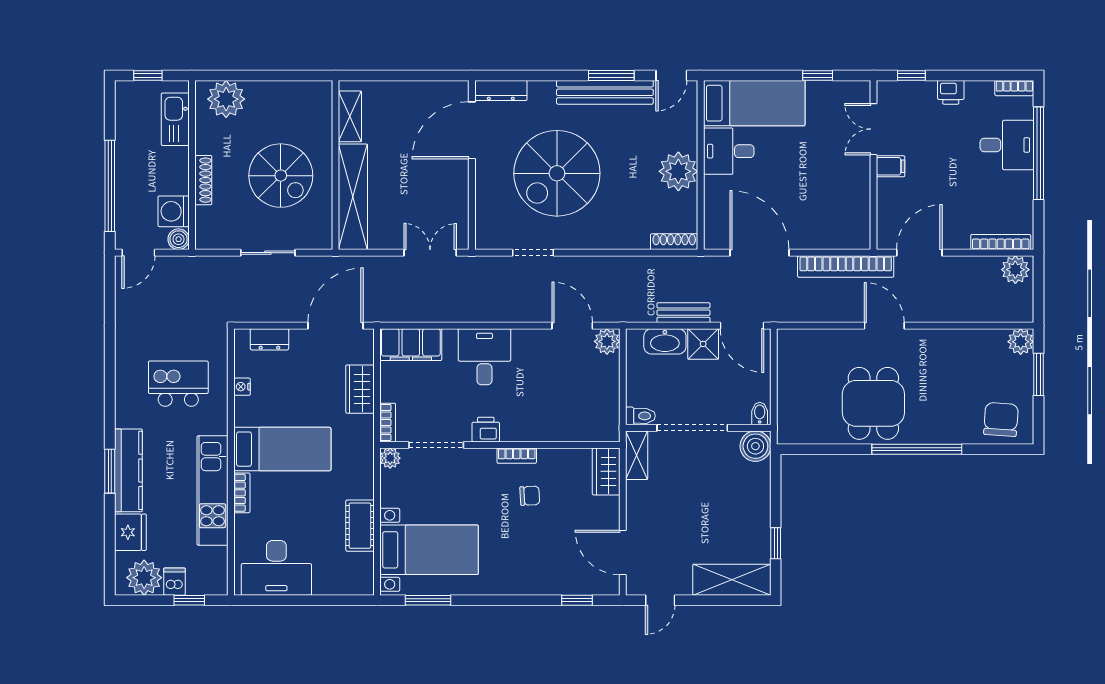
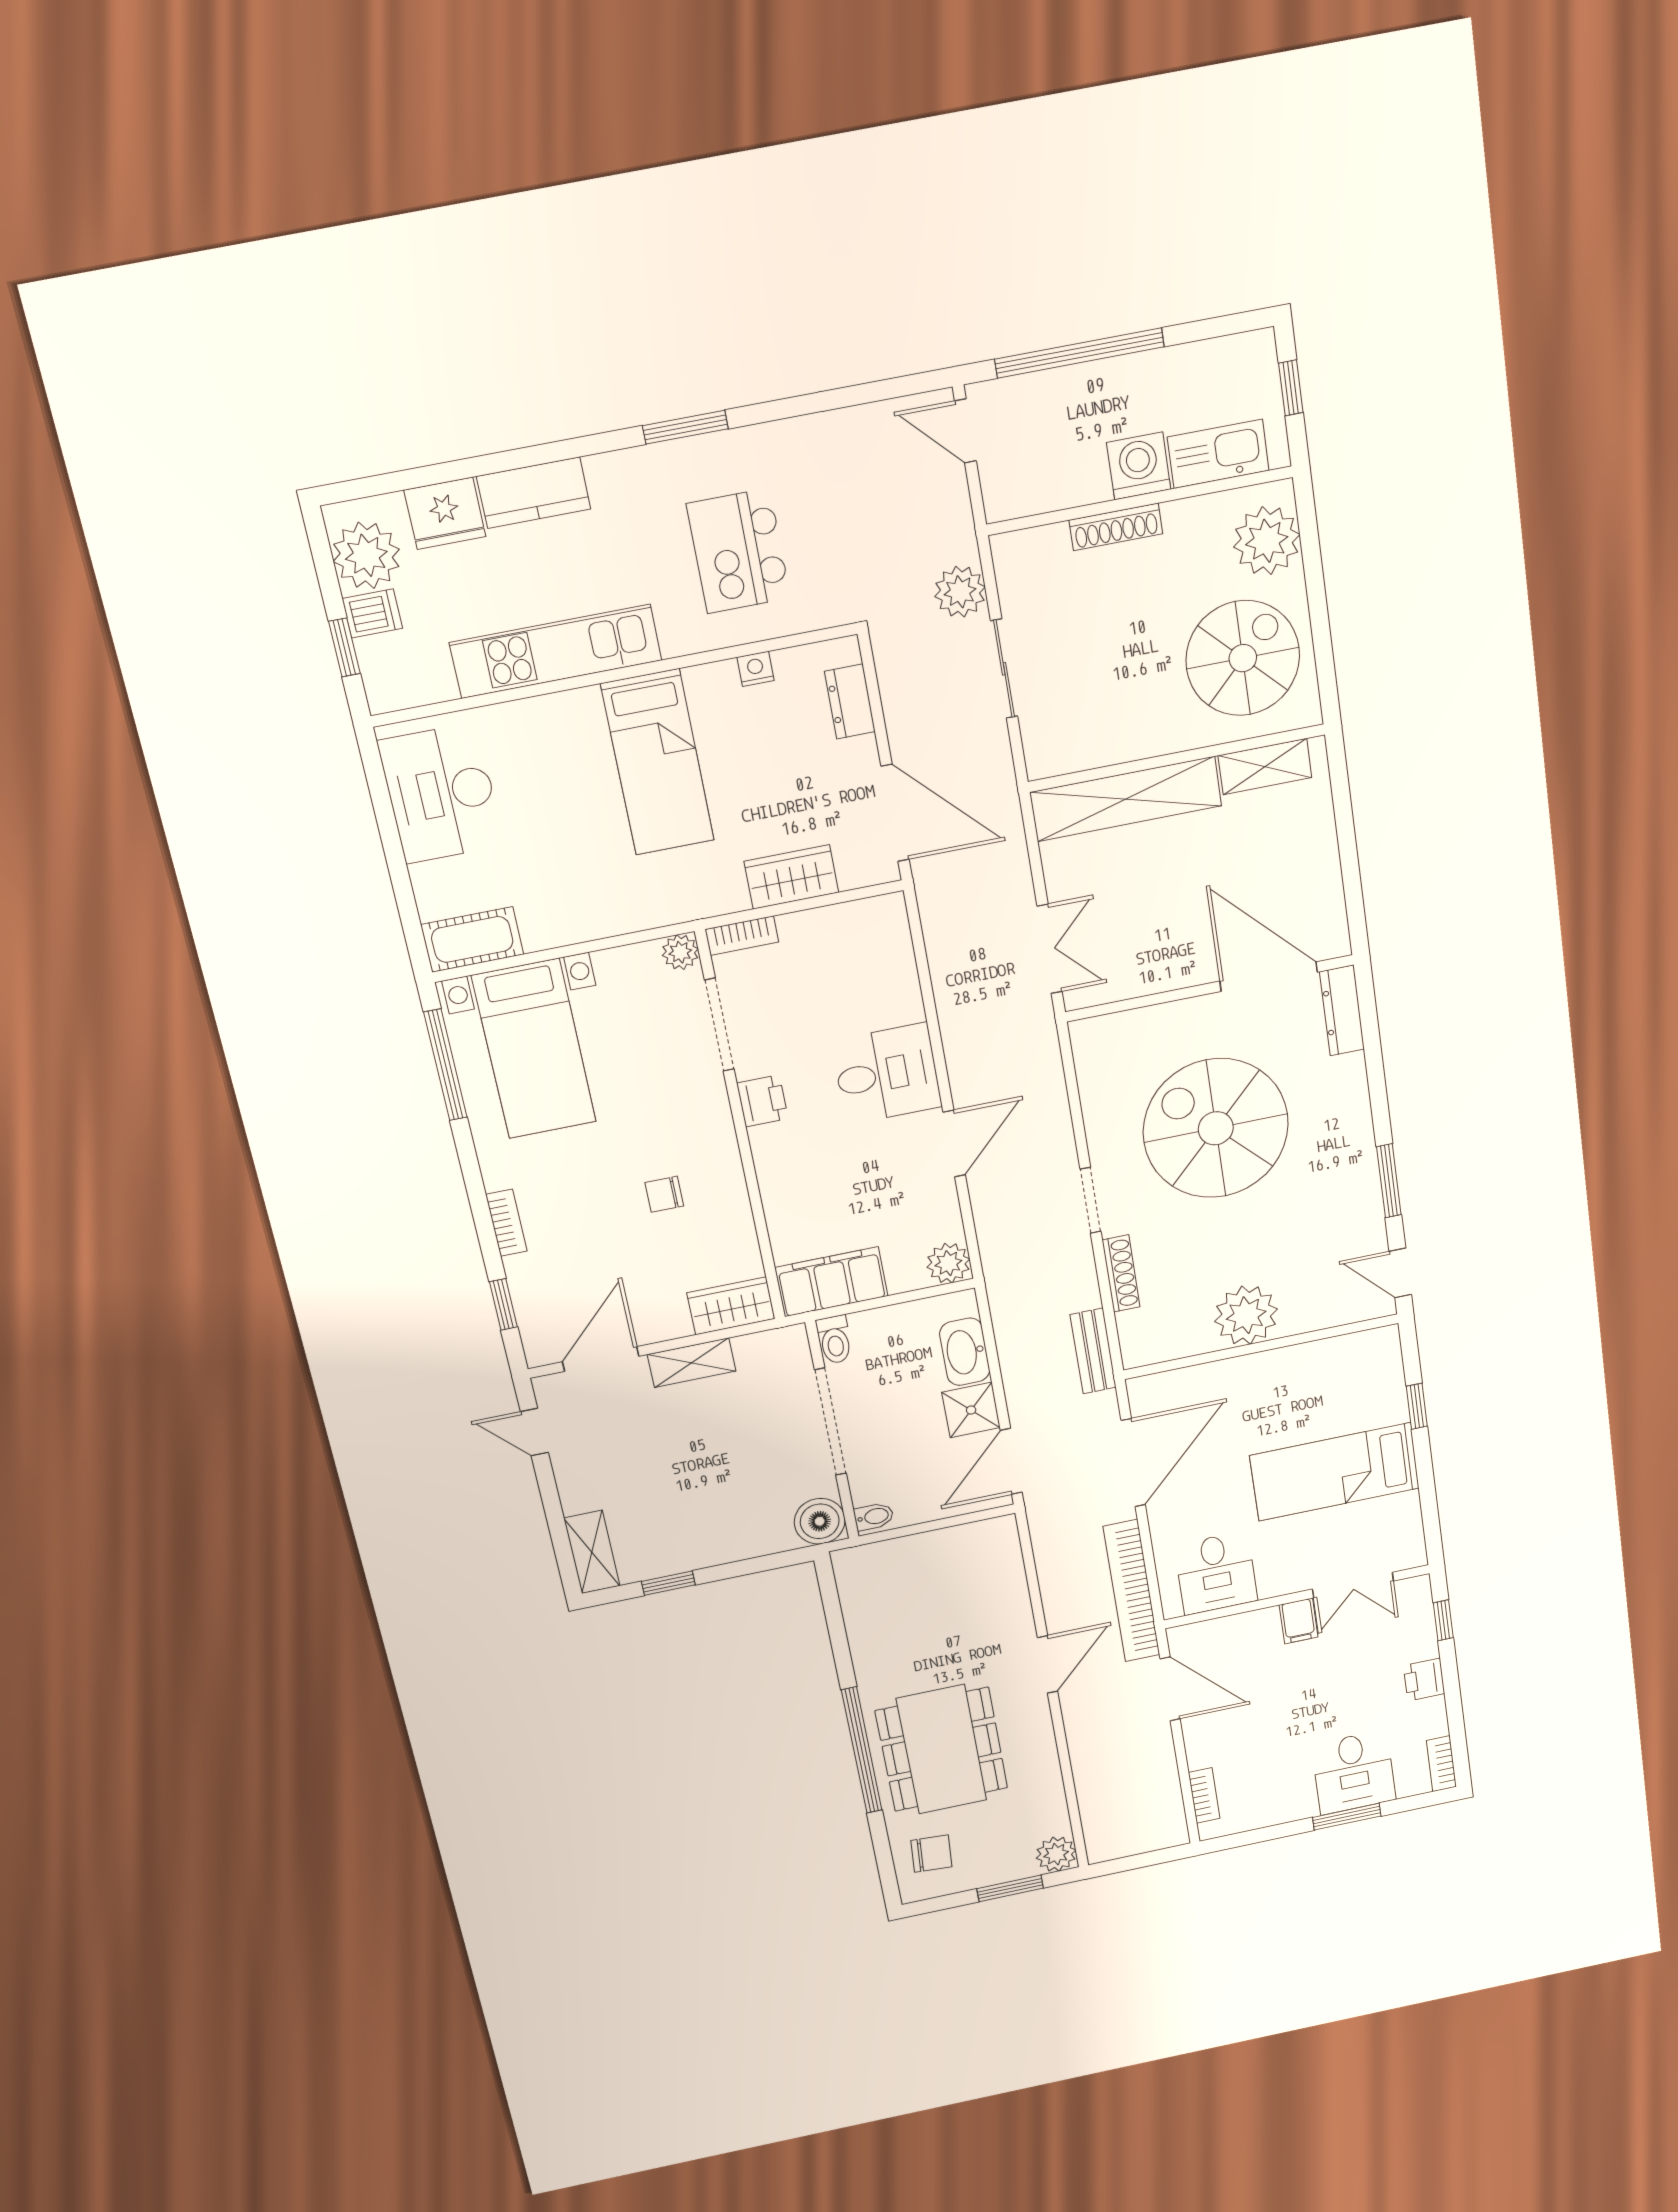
window: (818, 75) -> (1417, 1406), moved
bench: (605, 92) -> (1360, 1176), removed
bed: (754, 103) -> (1335, 1472), moved, turned 90
double door: (873, 129) -> (1353, 1585), swing flipped
desk: (729, 151) -> (1216, 1573), moved, turned 180
window: (1039, 153) -> (1347, 1817), width x0.47
spiral stairs: (281, 176) -> (1243, 658), moved, turned 180
washing machine: (174, 211) -> (1139, 466), moved
boiler: (179, 239) -> (1002, 501), removed
shoe rack: (674, 242) -> (1121, 1274), moved
bookcase: (1001, 242) -> (1204, 1795), width x0.64
doorway: (533, 253) -> (1091, 1200), moved
plant: (1015, 270) -> (960, 592), moved
bench: (683, 313) -> (1093, 1351), moved
door: (572, 326) -> (954, 1144), moved
filing cabinet: (411, 345) -> (831, 1282), moved, turned 90
kitchen island: (178, 384) -> (739, 551), turned 180
dining table: (873, 403) -> (942, 1749), moved, width x1.37
chair: (1001, 419) -> (931, 1854), width x0.73, depth x0.73
shelving: (637, 455) -> (692, 1363), moved
bookcase: (517, 456) -> (506, 1223), moved, turned 180
kitchen counter: (128, 470) -> (534, 493), width x0.67
window: (110, 471) -> (685, 427), moved
bookcase: (242, 493) -> (563, 705), removed
chair: (530, 496) -> (664, 1194), turned 93
cot: (360, 526) -> (472, 939), moved
shelving: (732, 580) -> (592, 1552), width x0.67, depth x0.75
window: (428, 600) -> (445, 1065), width x1.44

